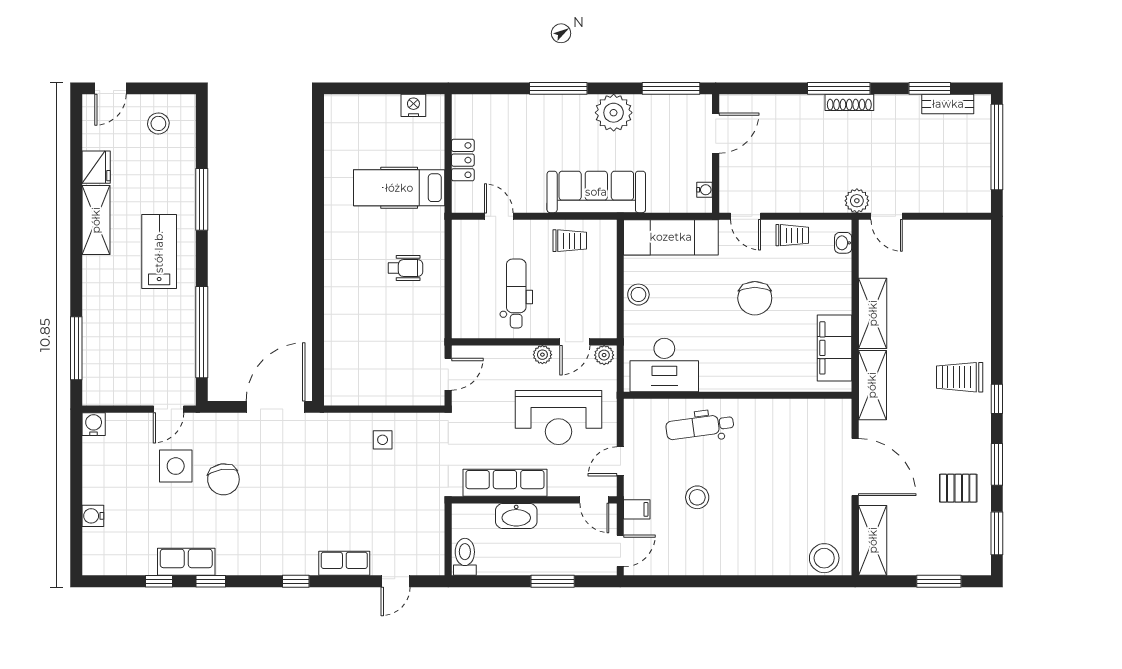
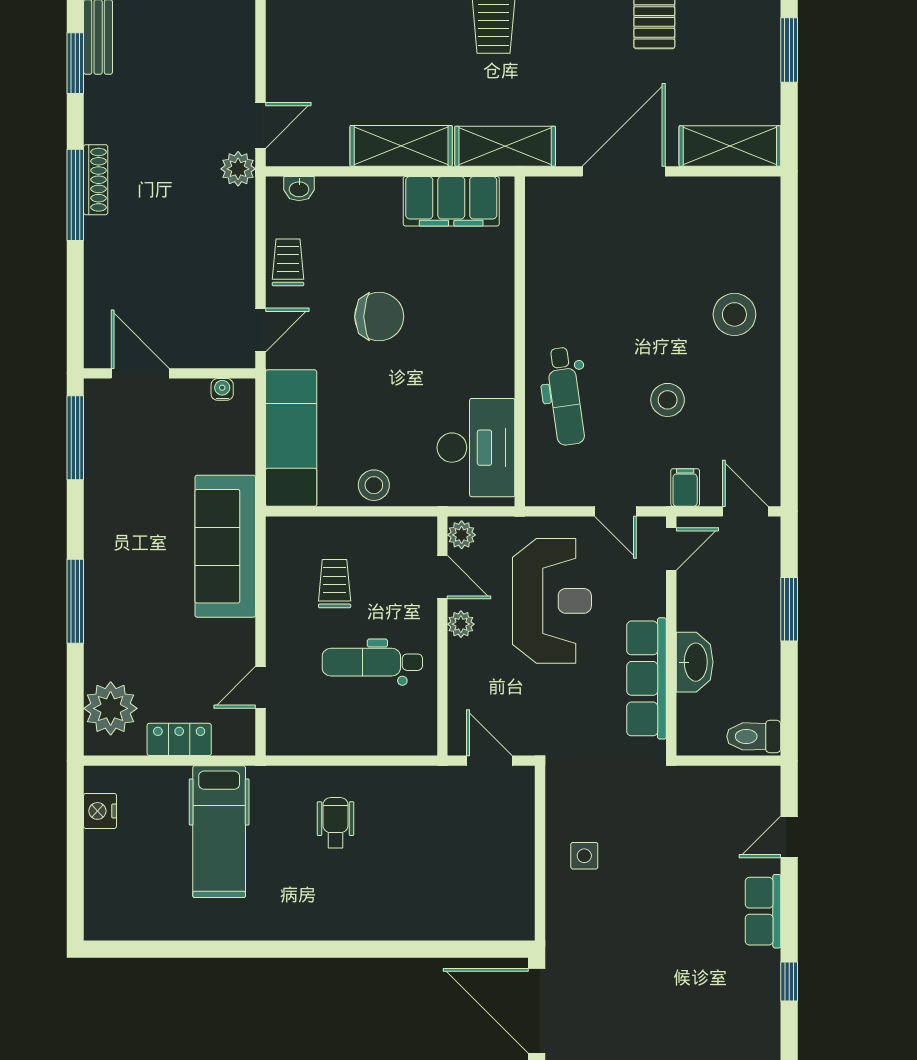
plant: (614, 113) -> (111, 708), moved
trolley: (570, 241) -> (335, 584), moved
stool: (824, 558) -> (734, 314), moved
door: (396, 581) -> (789, 837), swing flipped

